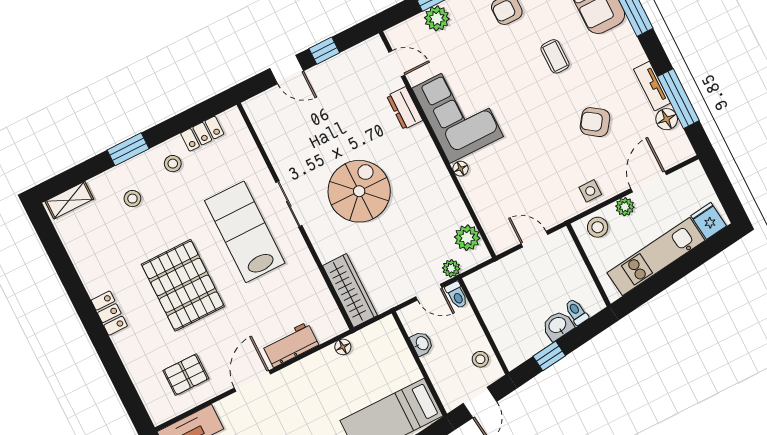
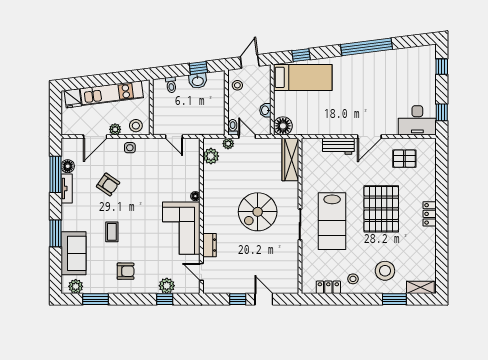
window: (128, 149) -> (394, 299), moved
stool: (132, 199) -> (385, 271), width x1.89, depth x1.89
washbasin: (558, 326) -> (198, 81), moved
floor lamp: (343, 347) -> (283, 126), moved, width x1.89, depth x1.89

